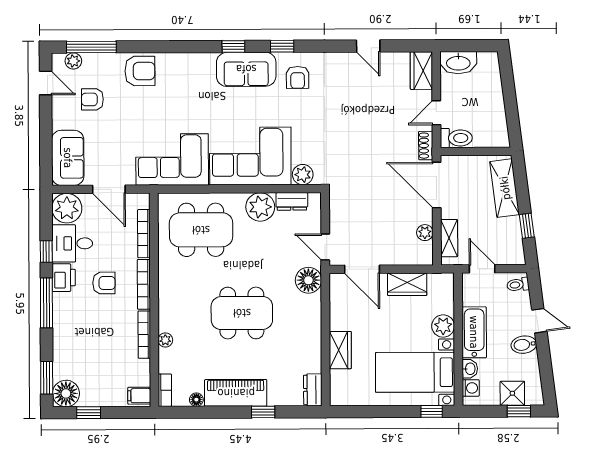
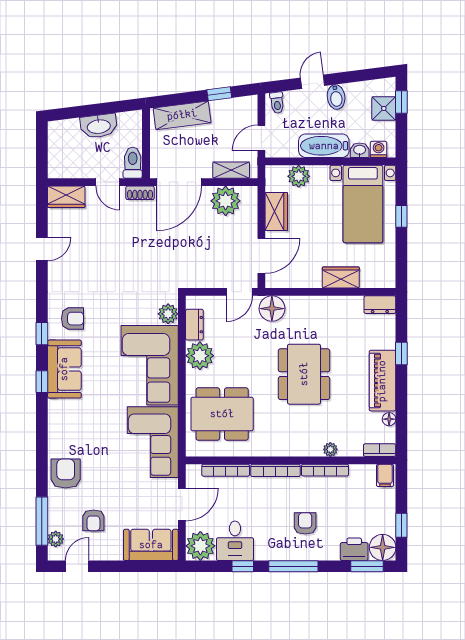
washbasin: (458, 63) -> (99, 126), moved, turned 83
dining table: (201, 230) -> (222, 414), turned 90
plant: (425, 233) -> (226, 201), width x1.88, depth x1.88
printer: (64, 278) -> (354, 549), moved
armchair: (104, 283) -> (305, 523), moved
plant: (443, 326) -> (299, 176), moved
window: (432, 411) -> (401, 216), moved

